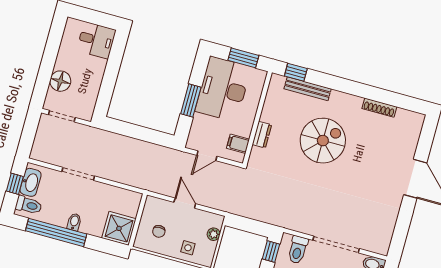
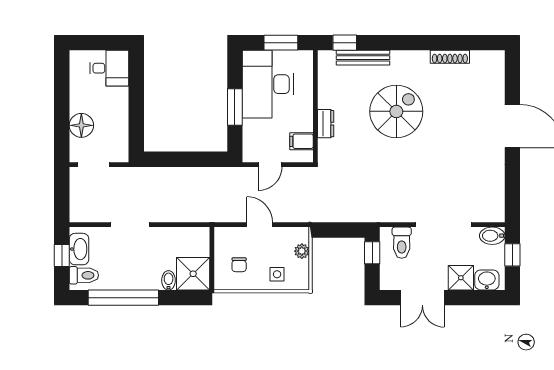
bidet: (74, 222) -> (169, 280), moved

